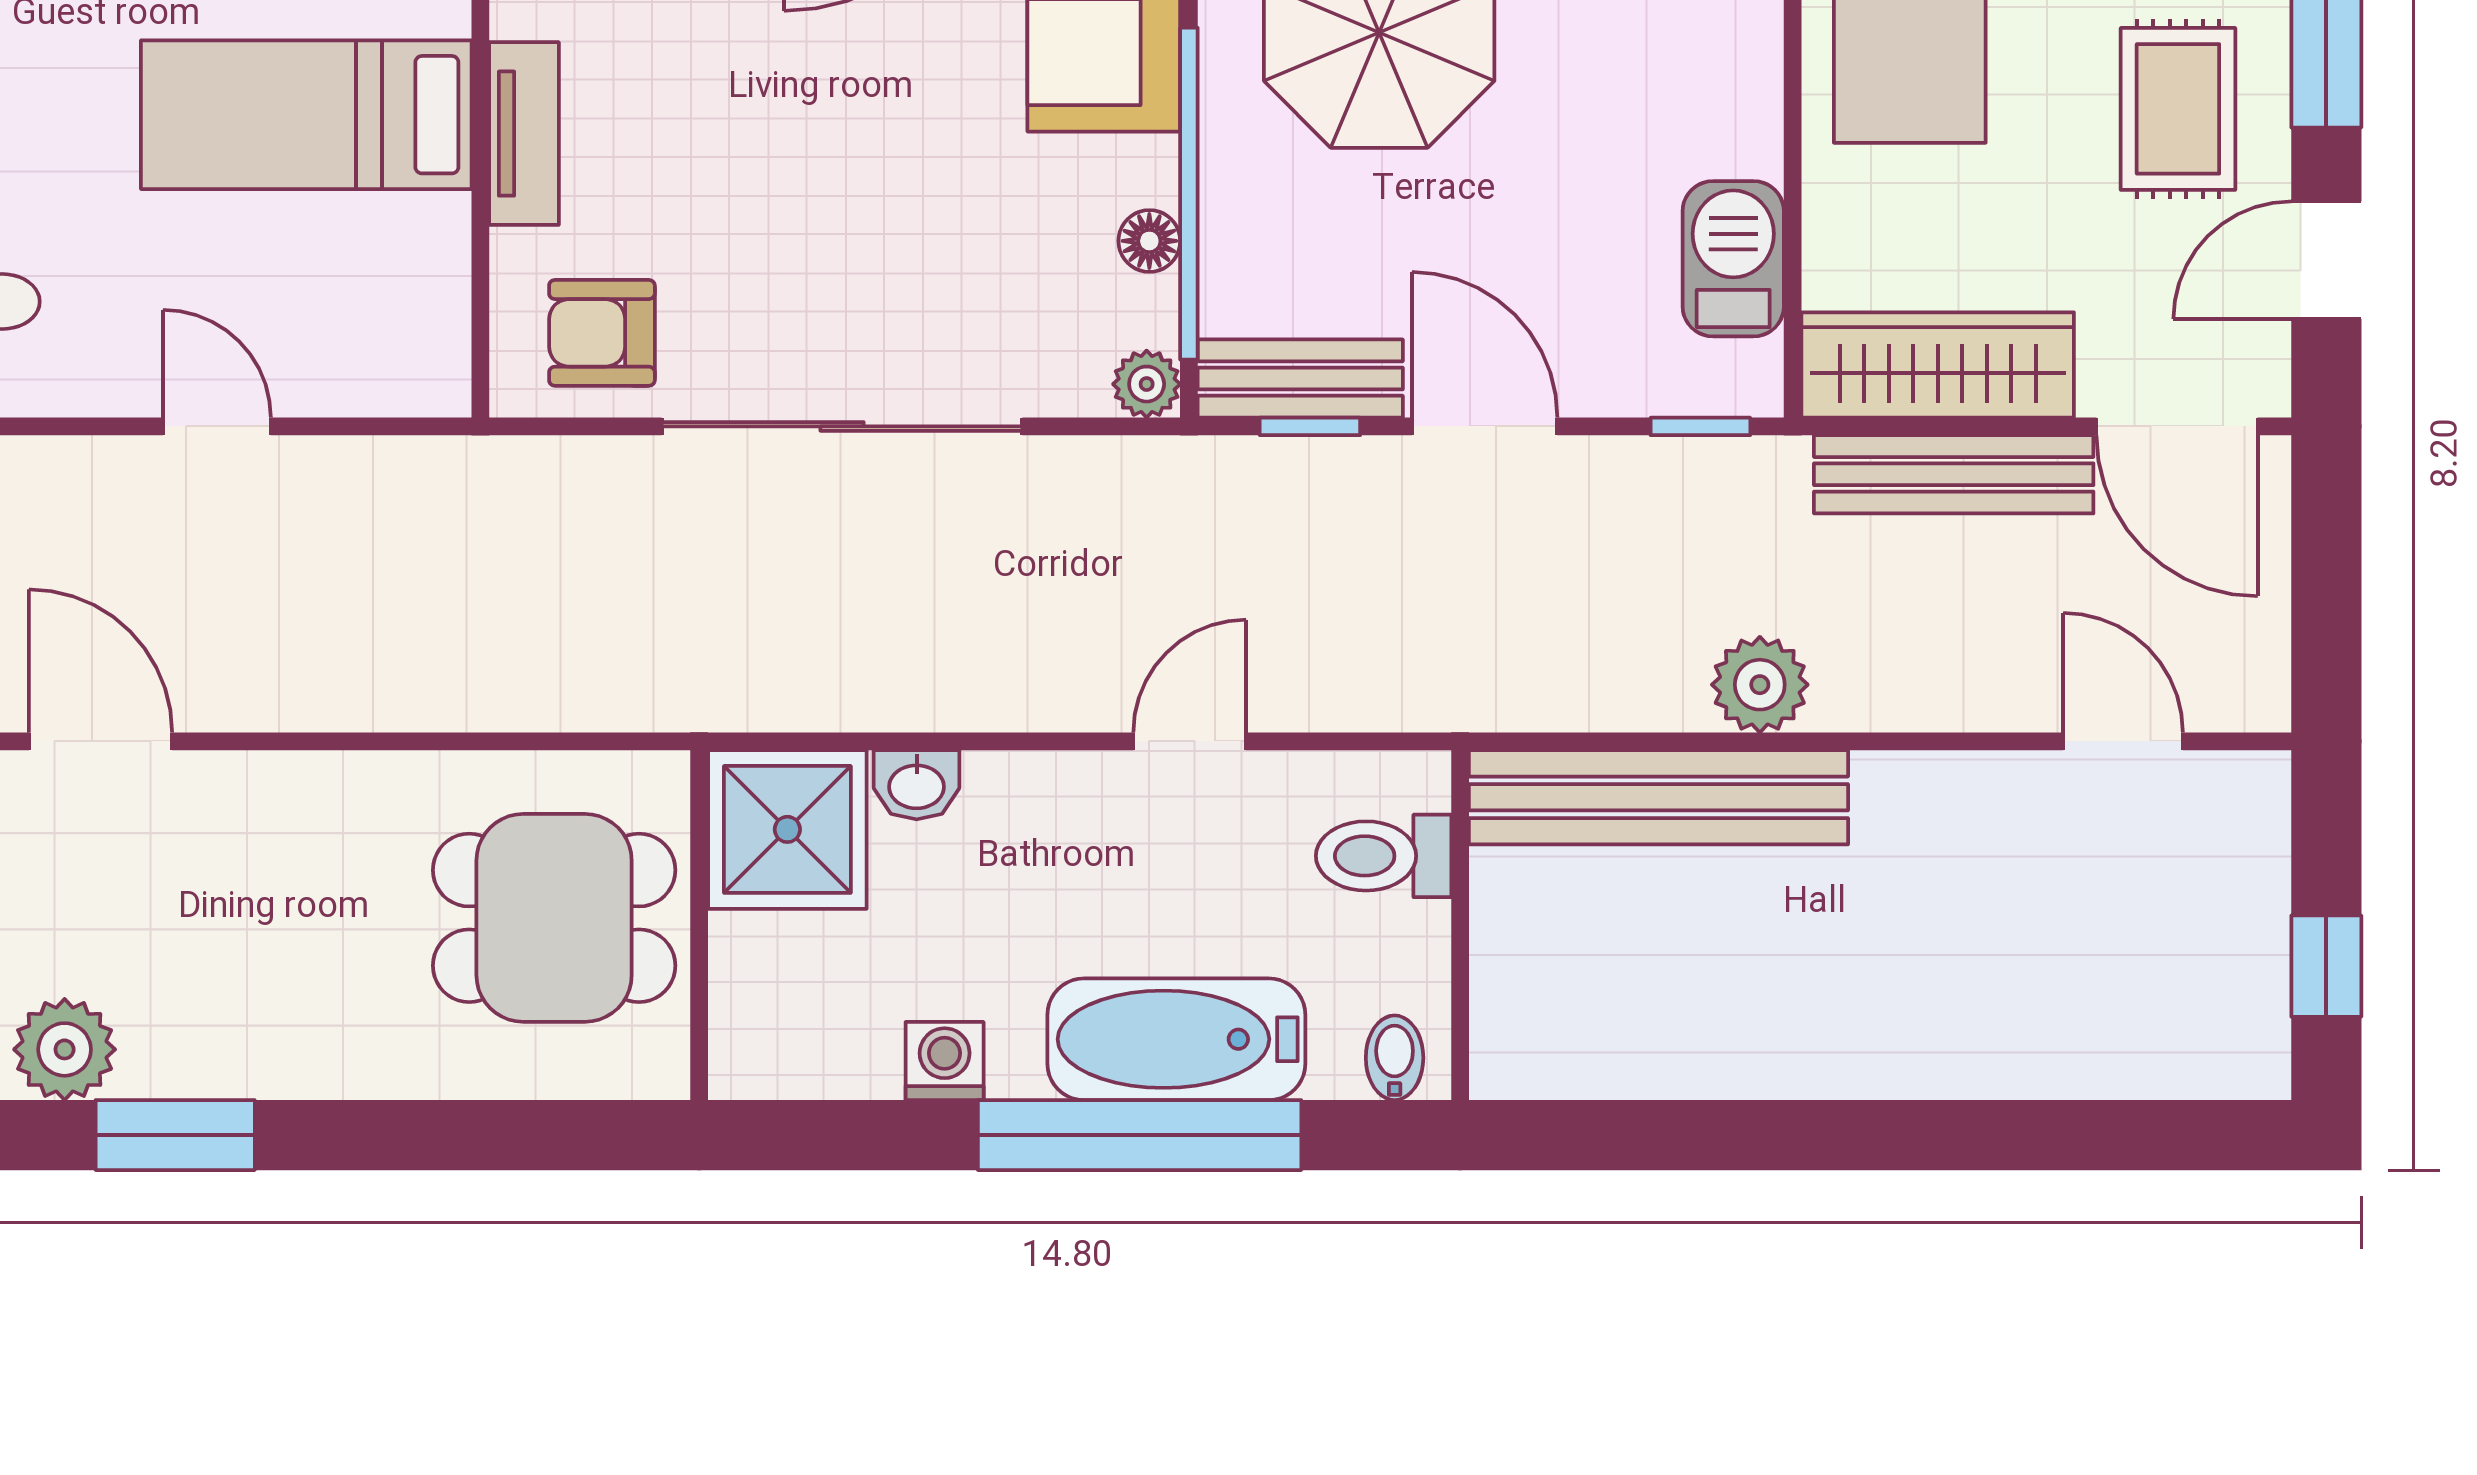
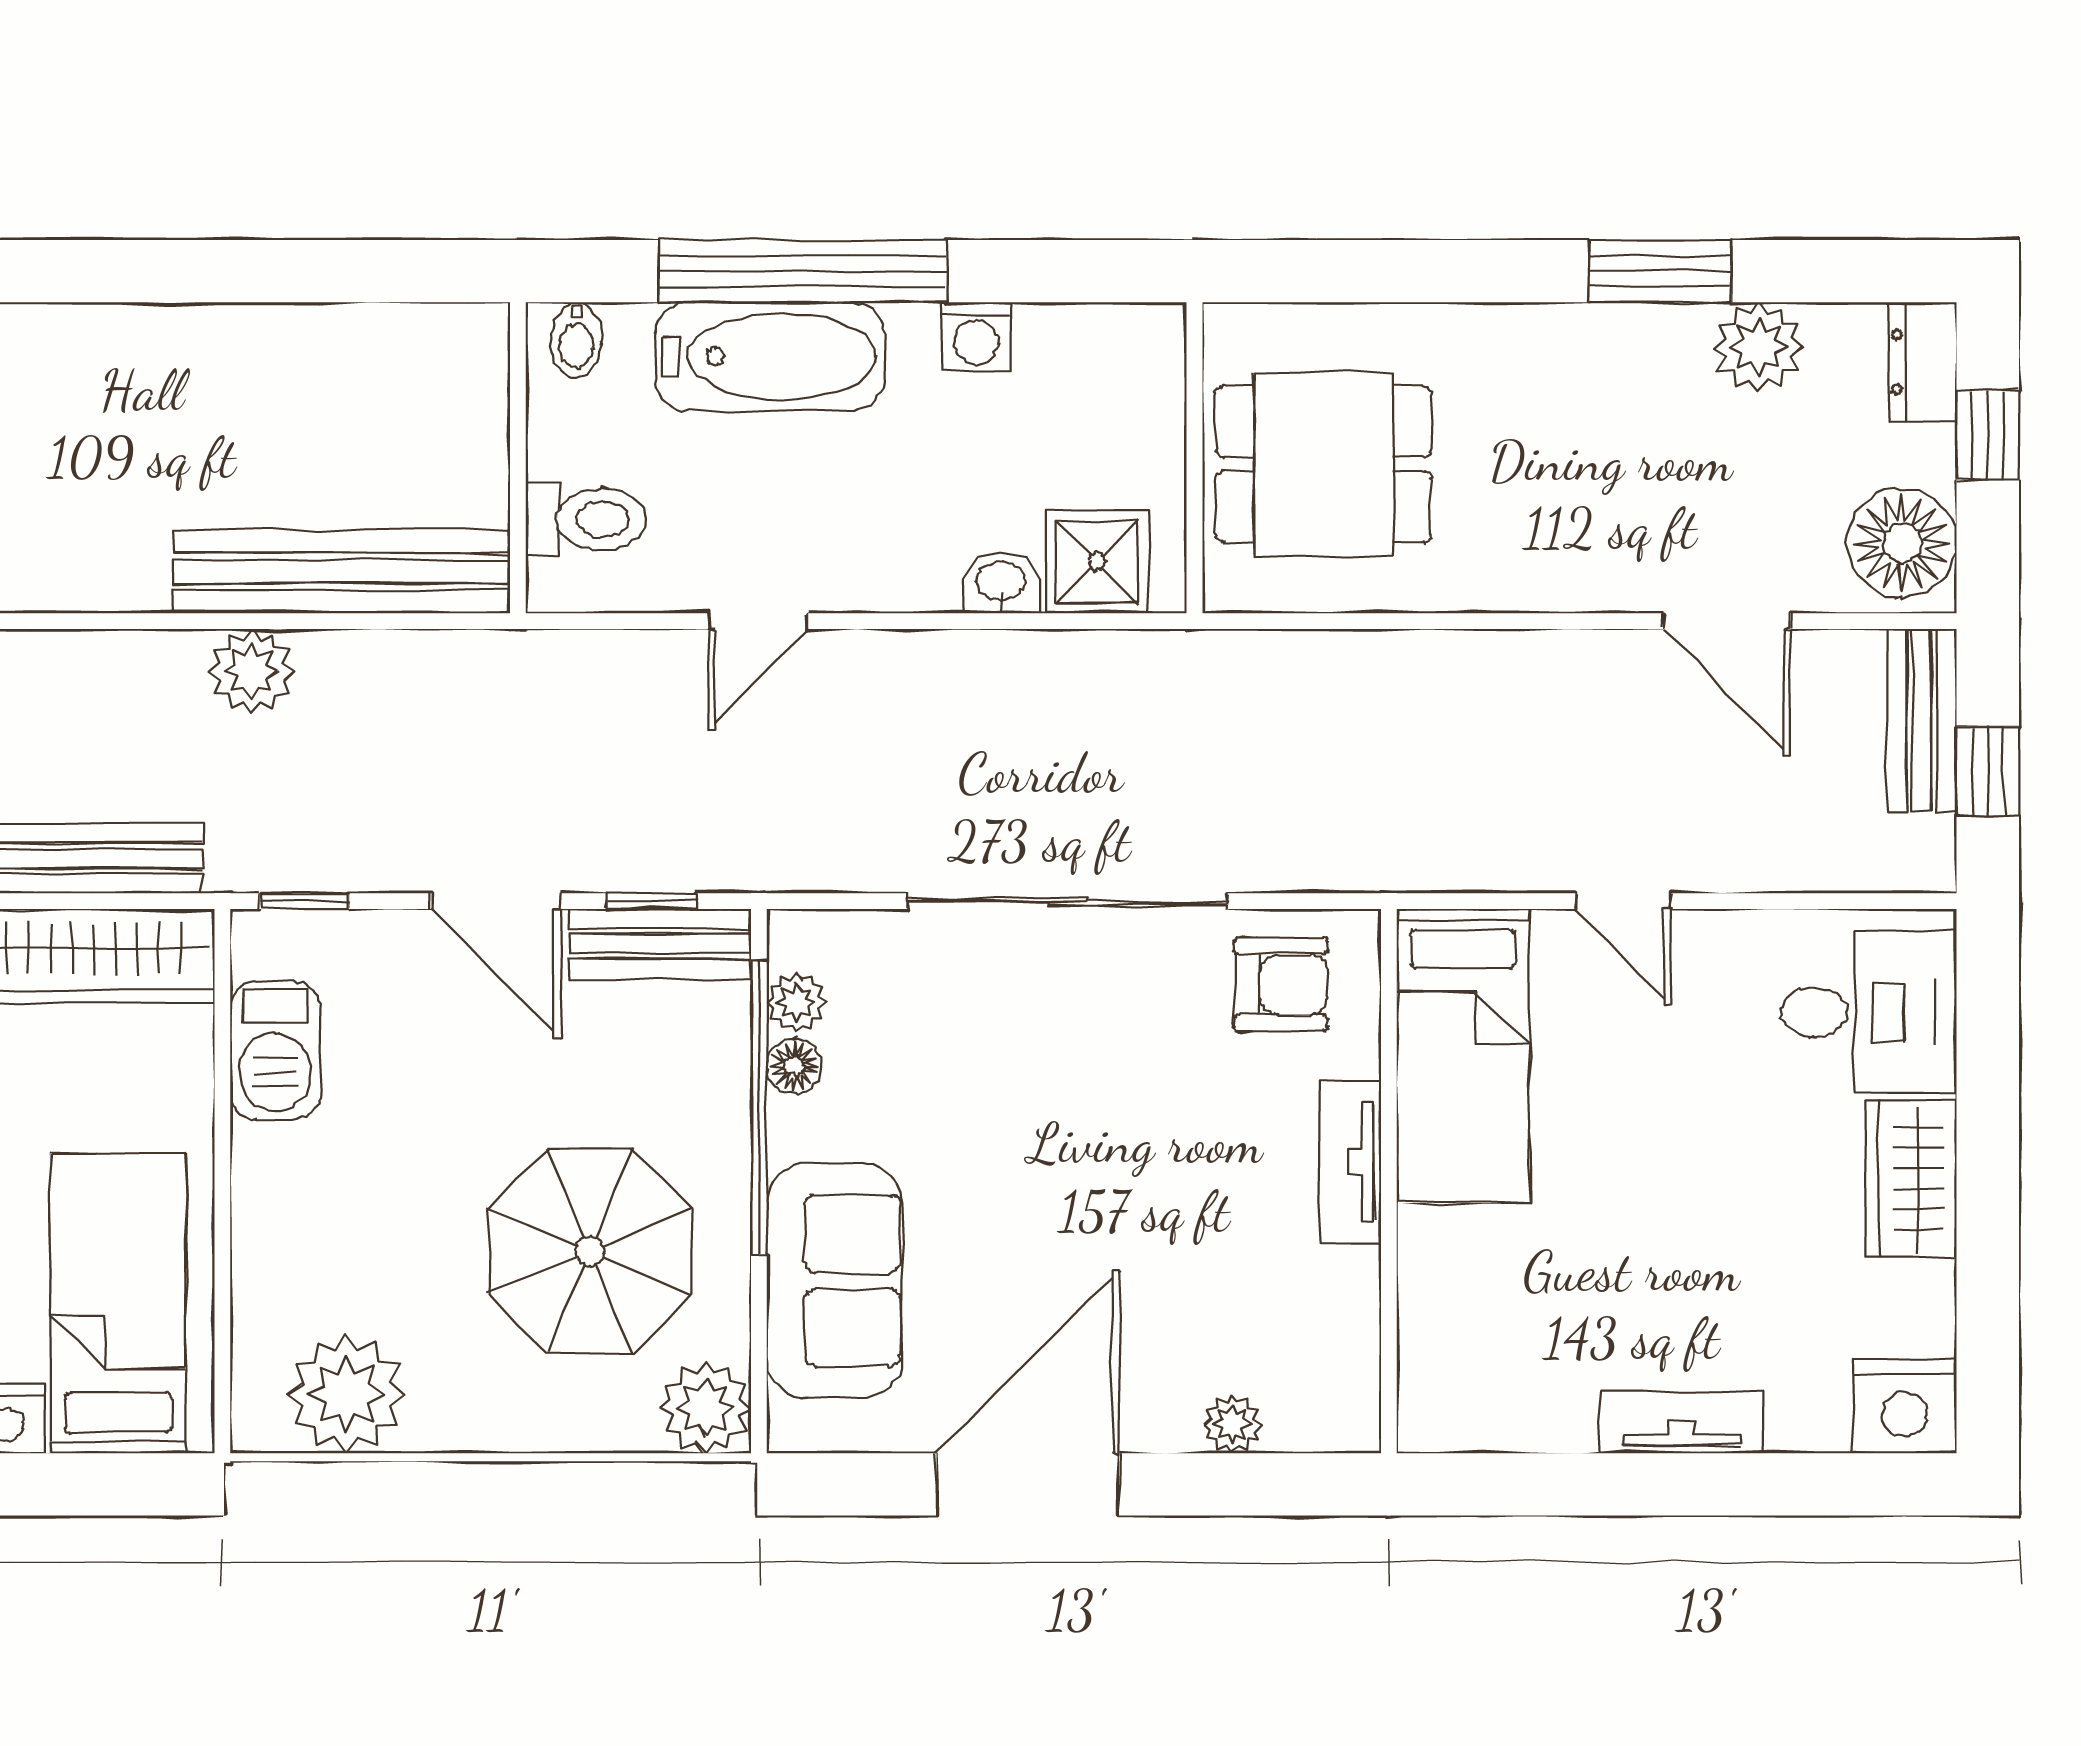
bed: (306, 115) -> (1463, 1056), moved, turned 90
plant: (1147, 384) -> (797, 1002), moved
shower: (787, 829) -> (1097, 562), width x0.73, depth x0.73

